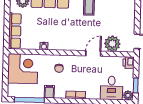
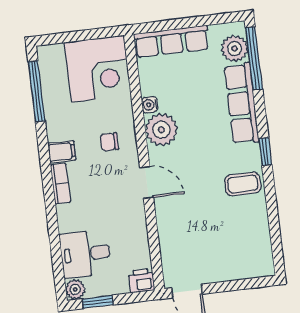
plant: (112, 44) -> (161, 130), moved
door: (93, 53) -> (147, 183), moved
filing cabinet: (49, 92) -> (62, 152), moved

